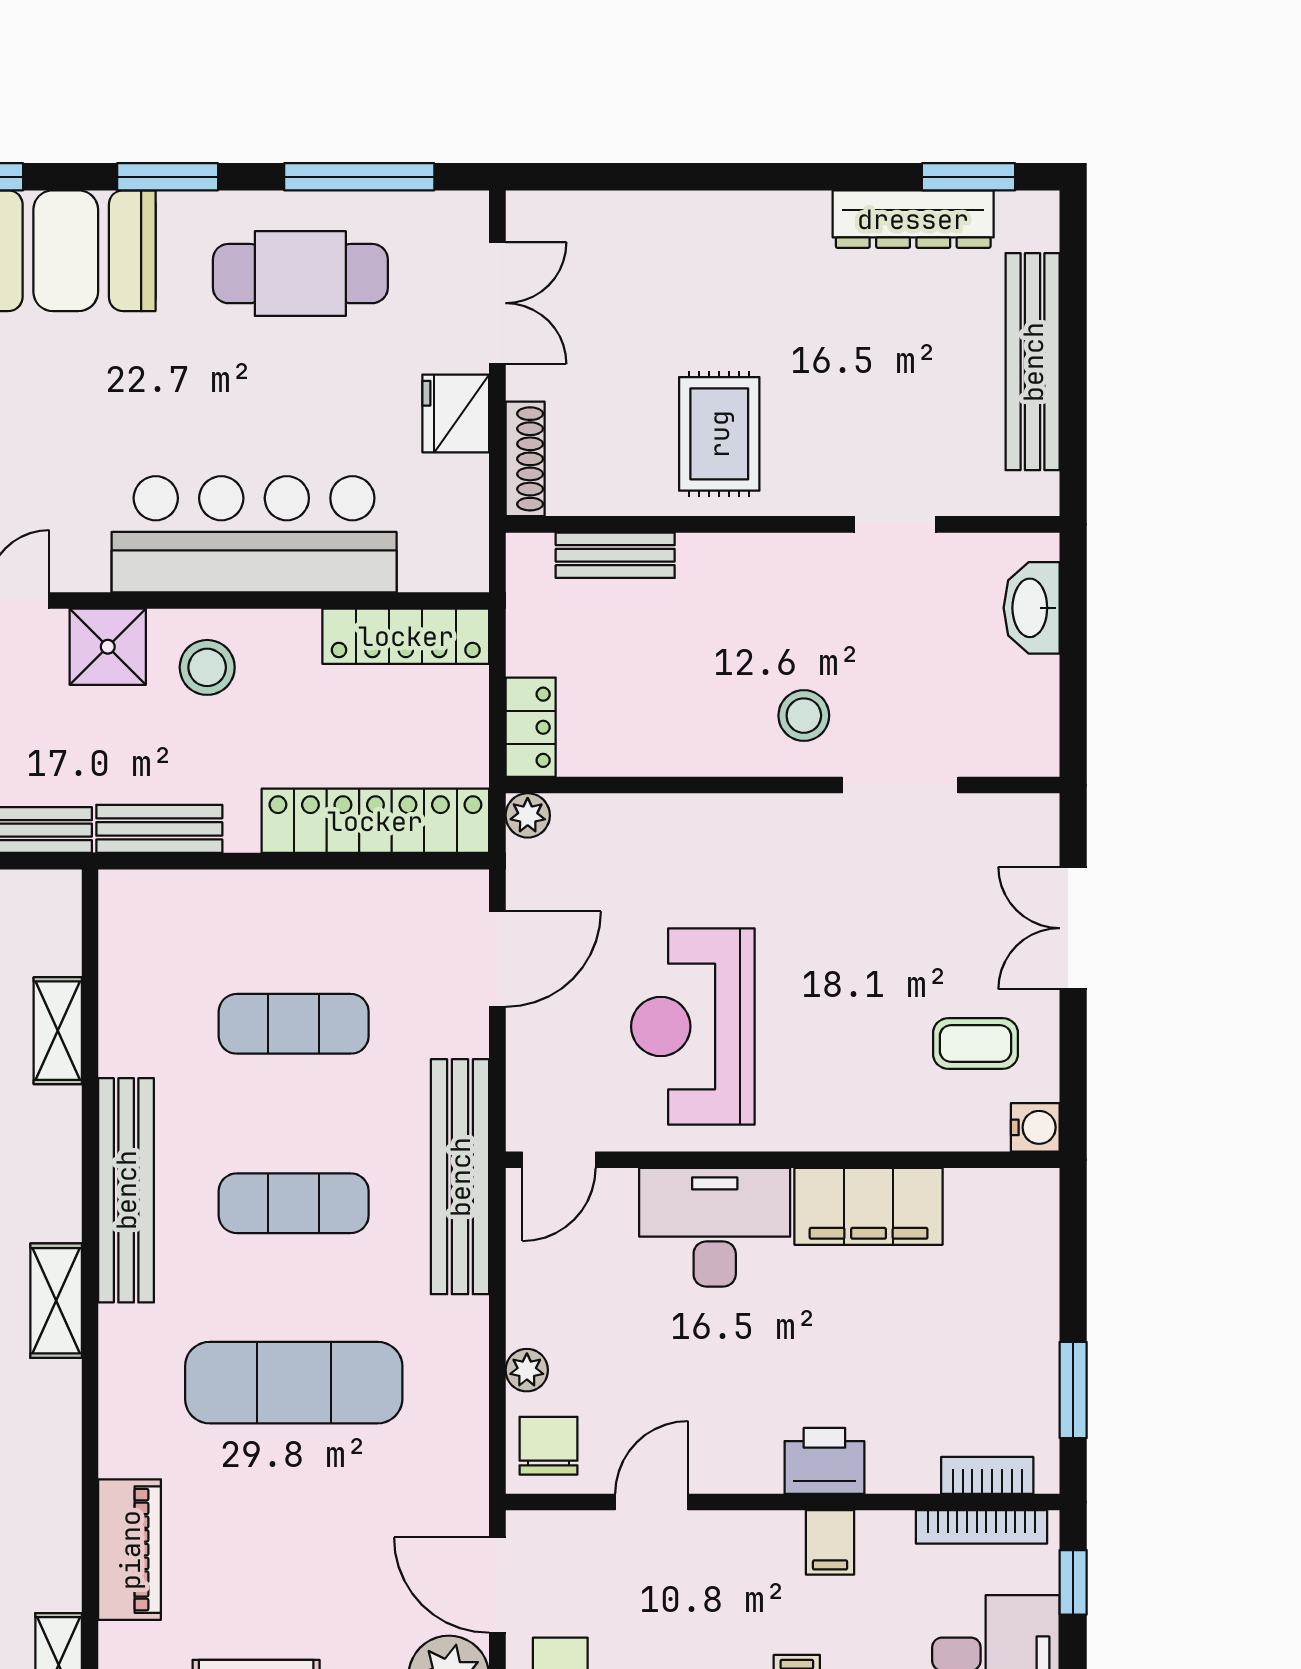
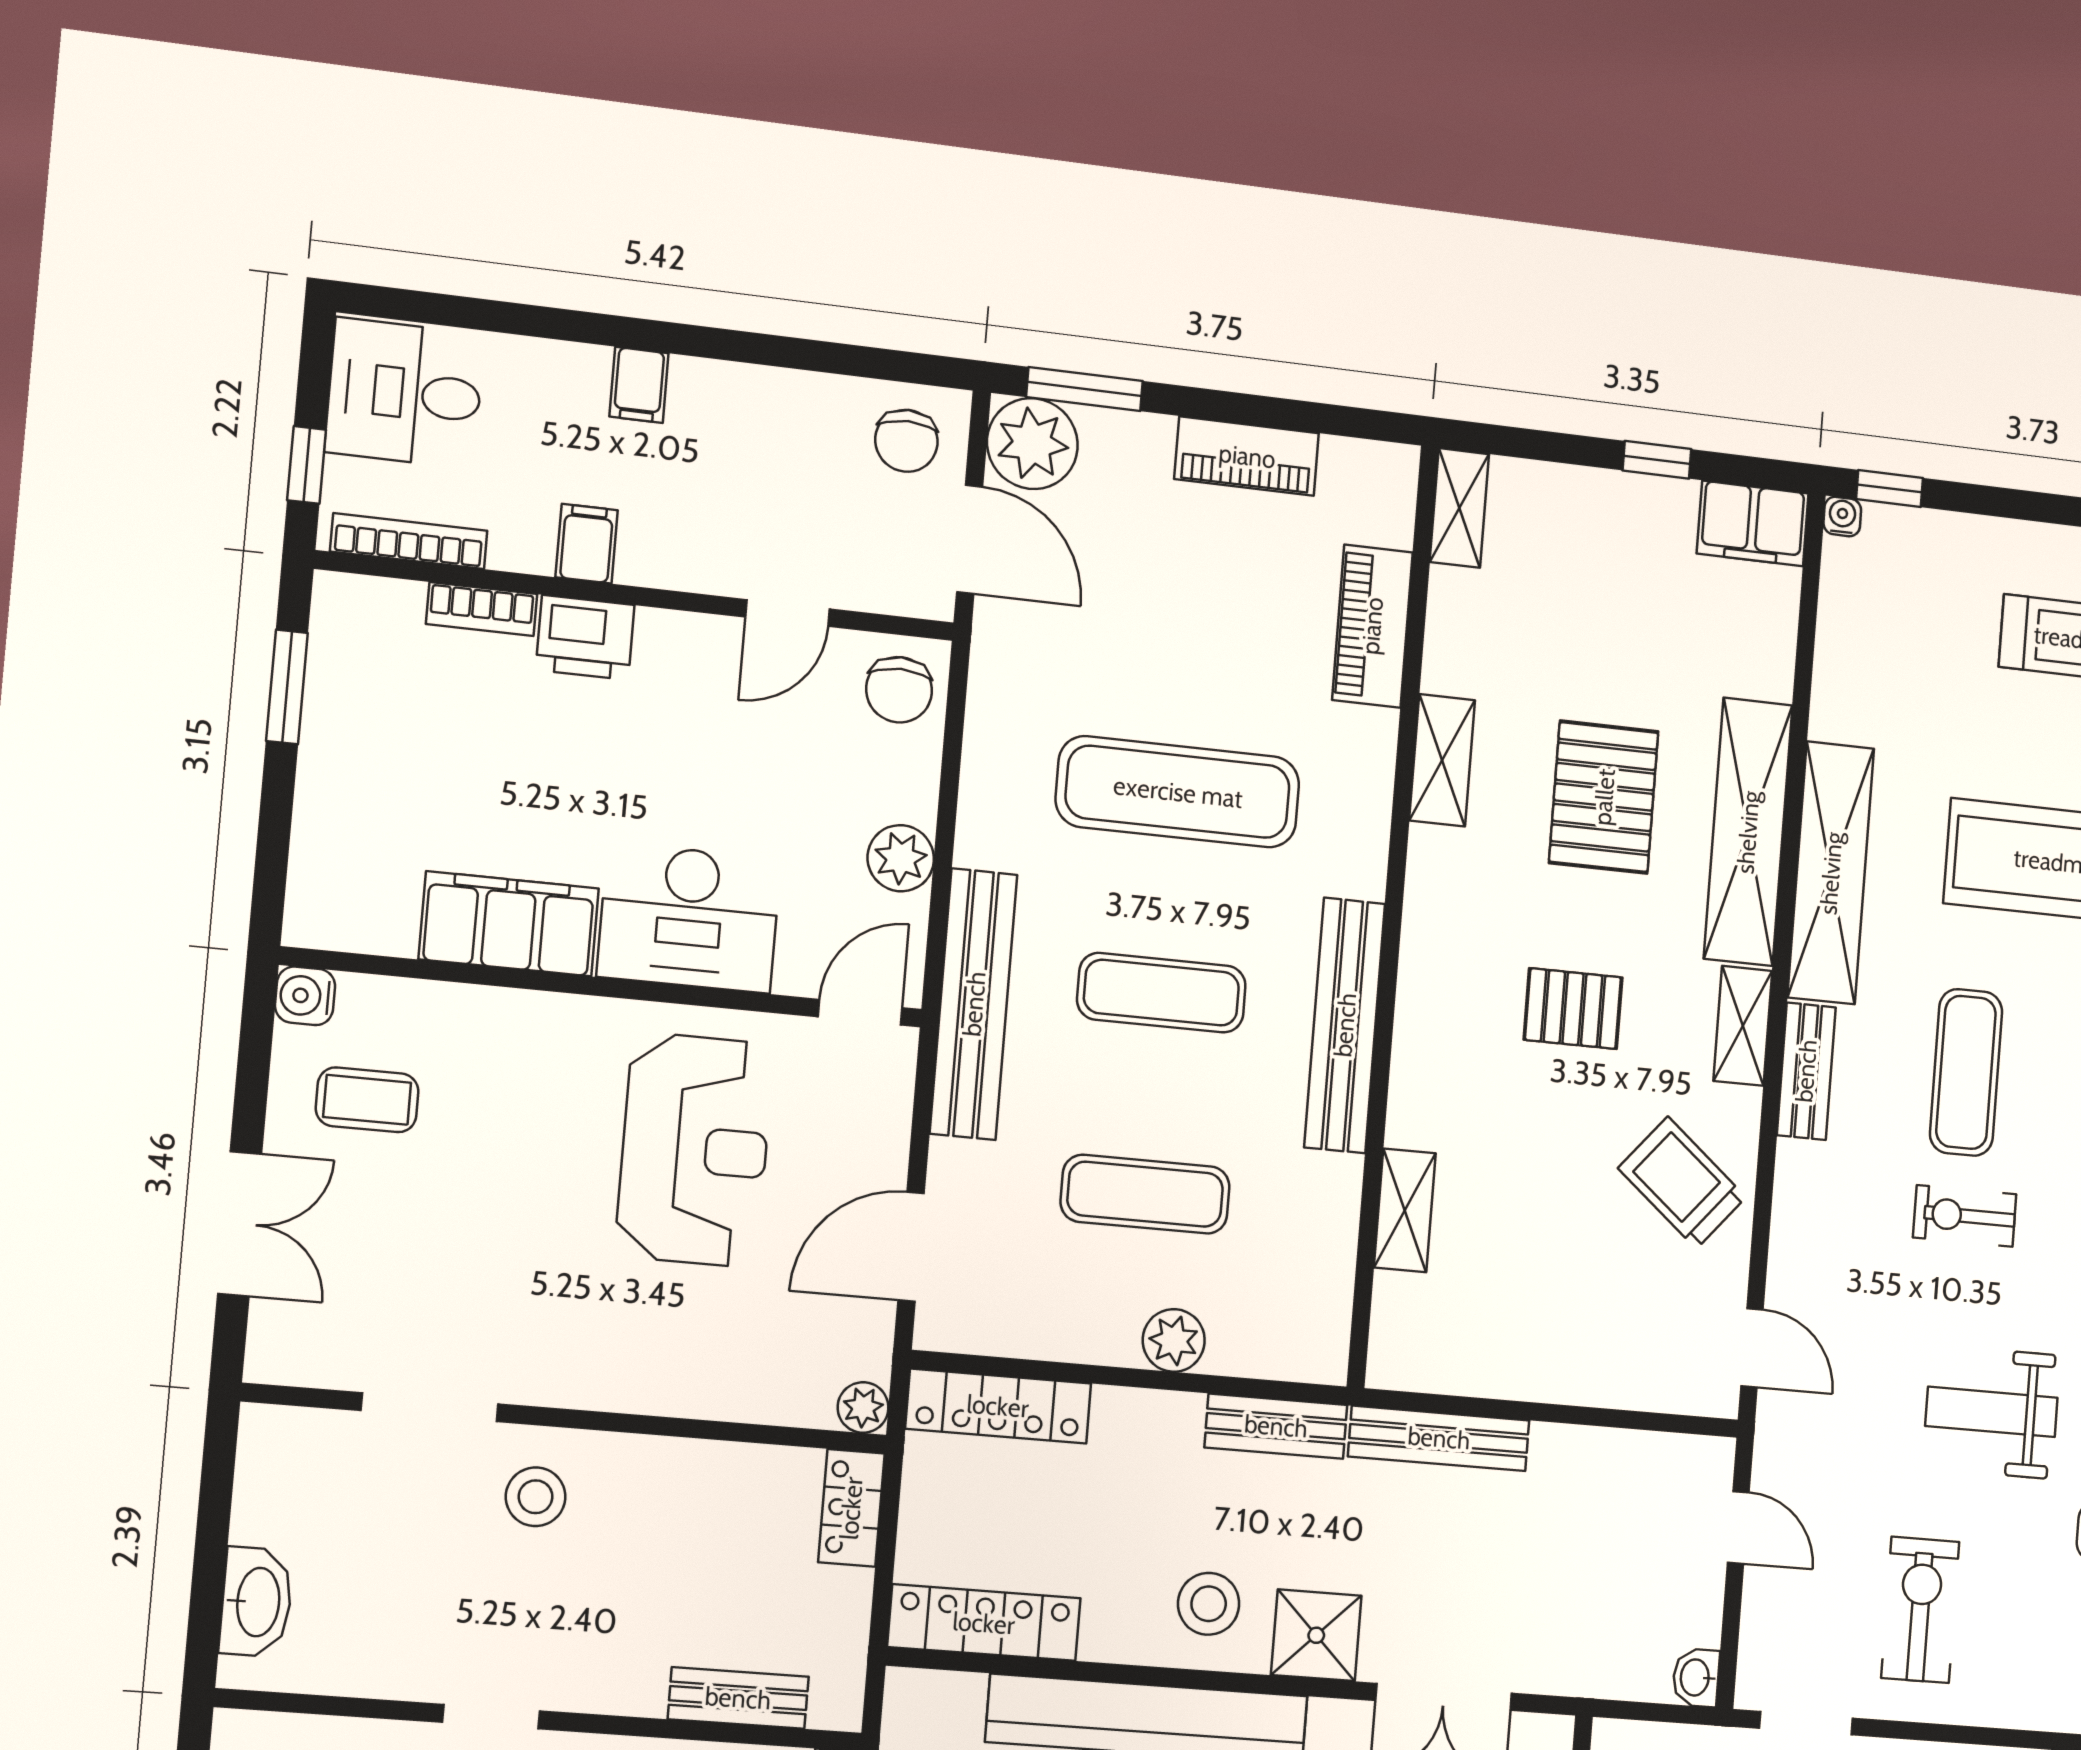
doorway: (895, 524) -> (491, 1717), moved
locker: (375, 821) -> (998, 1406), width x0.71, depth x0.83
plant: (257, 897) -> (1174, 1340), added
shelving: (56, 1301) -> (1442, 760), moved
plant: (527, 1370) -> (901, 858), moved, width x1.38, depth x1.38
bookcase: (987, 1475) -> (482, 609), moved

